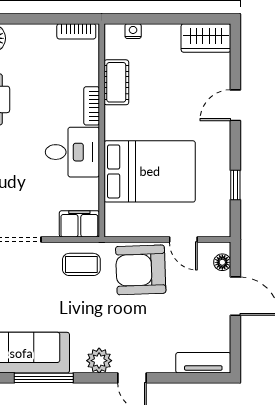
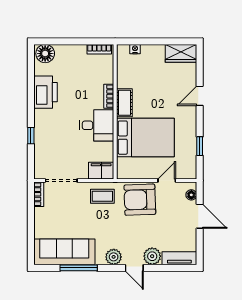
cot: (116, 82) -> (124, 103), moved
door: (183, 239) -> (167, 180), swing flipped
plant: (160, 360) -> (152, 256), added

